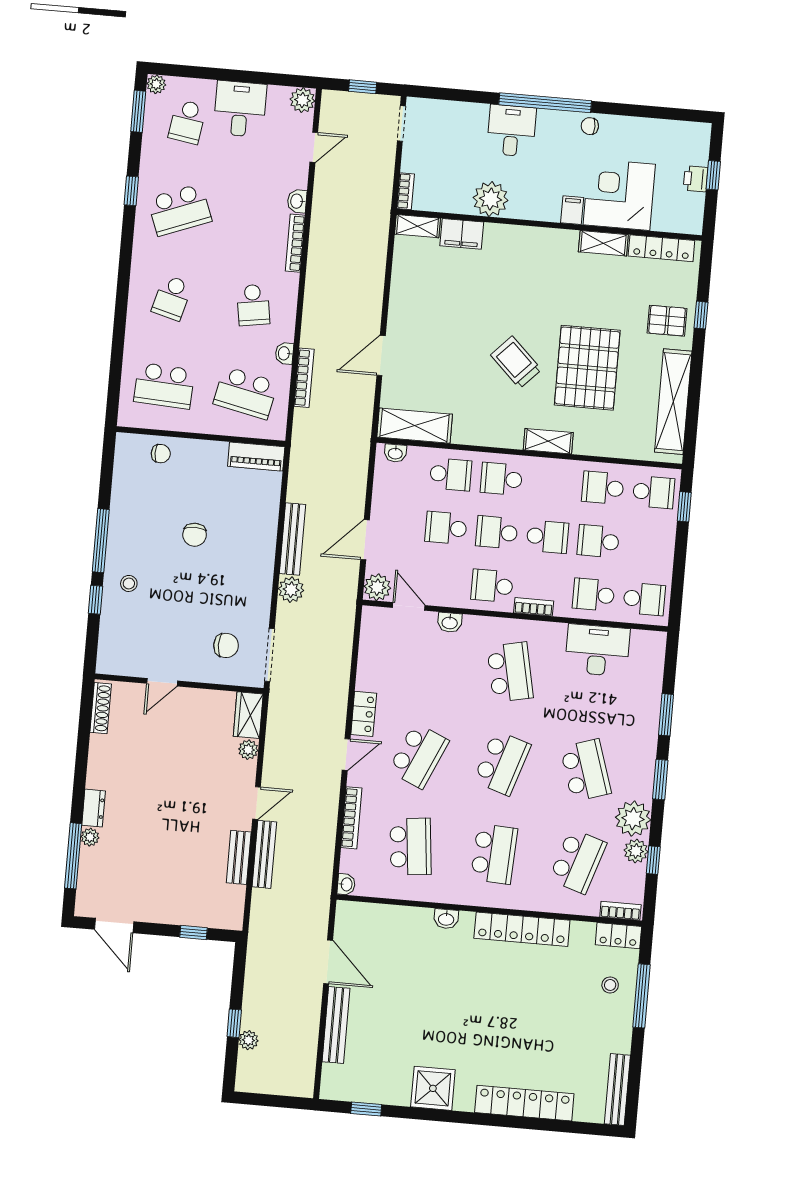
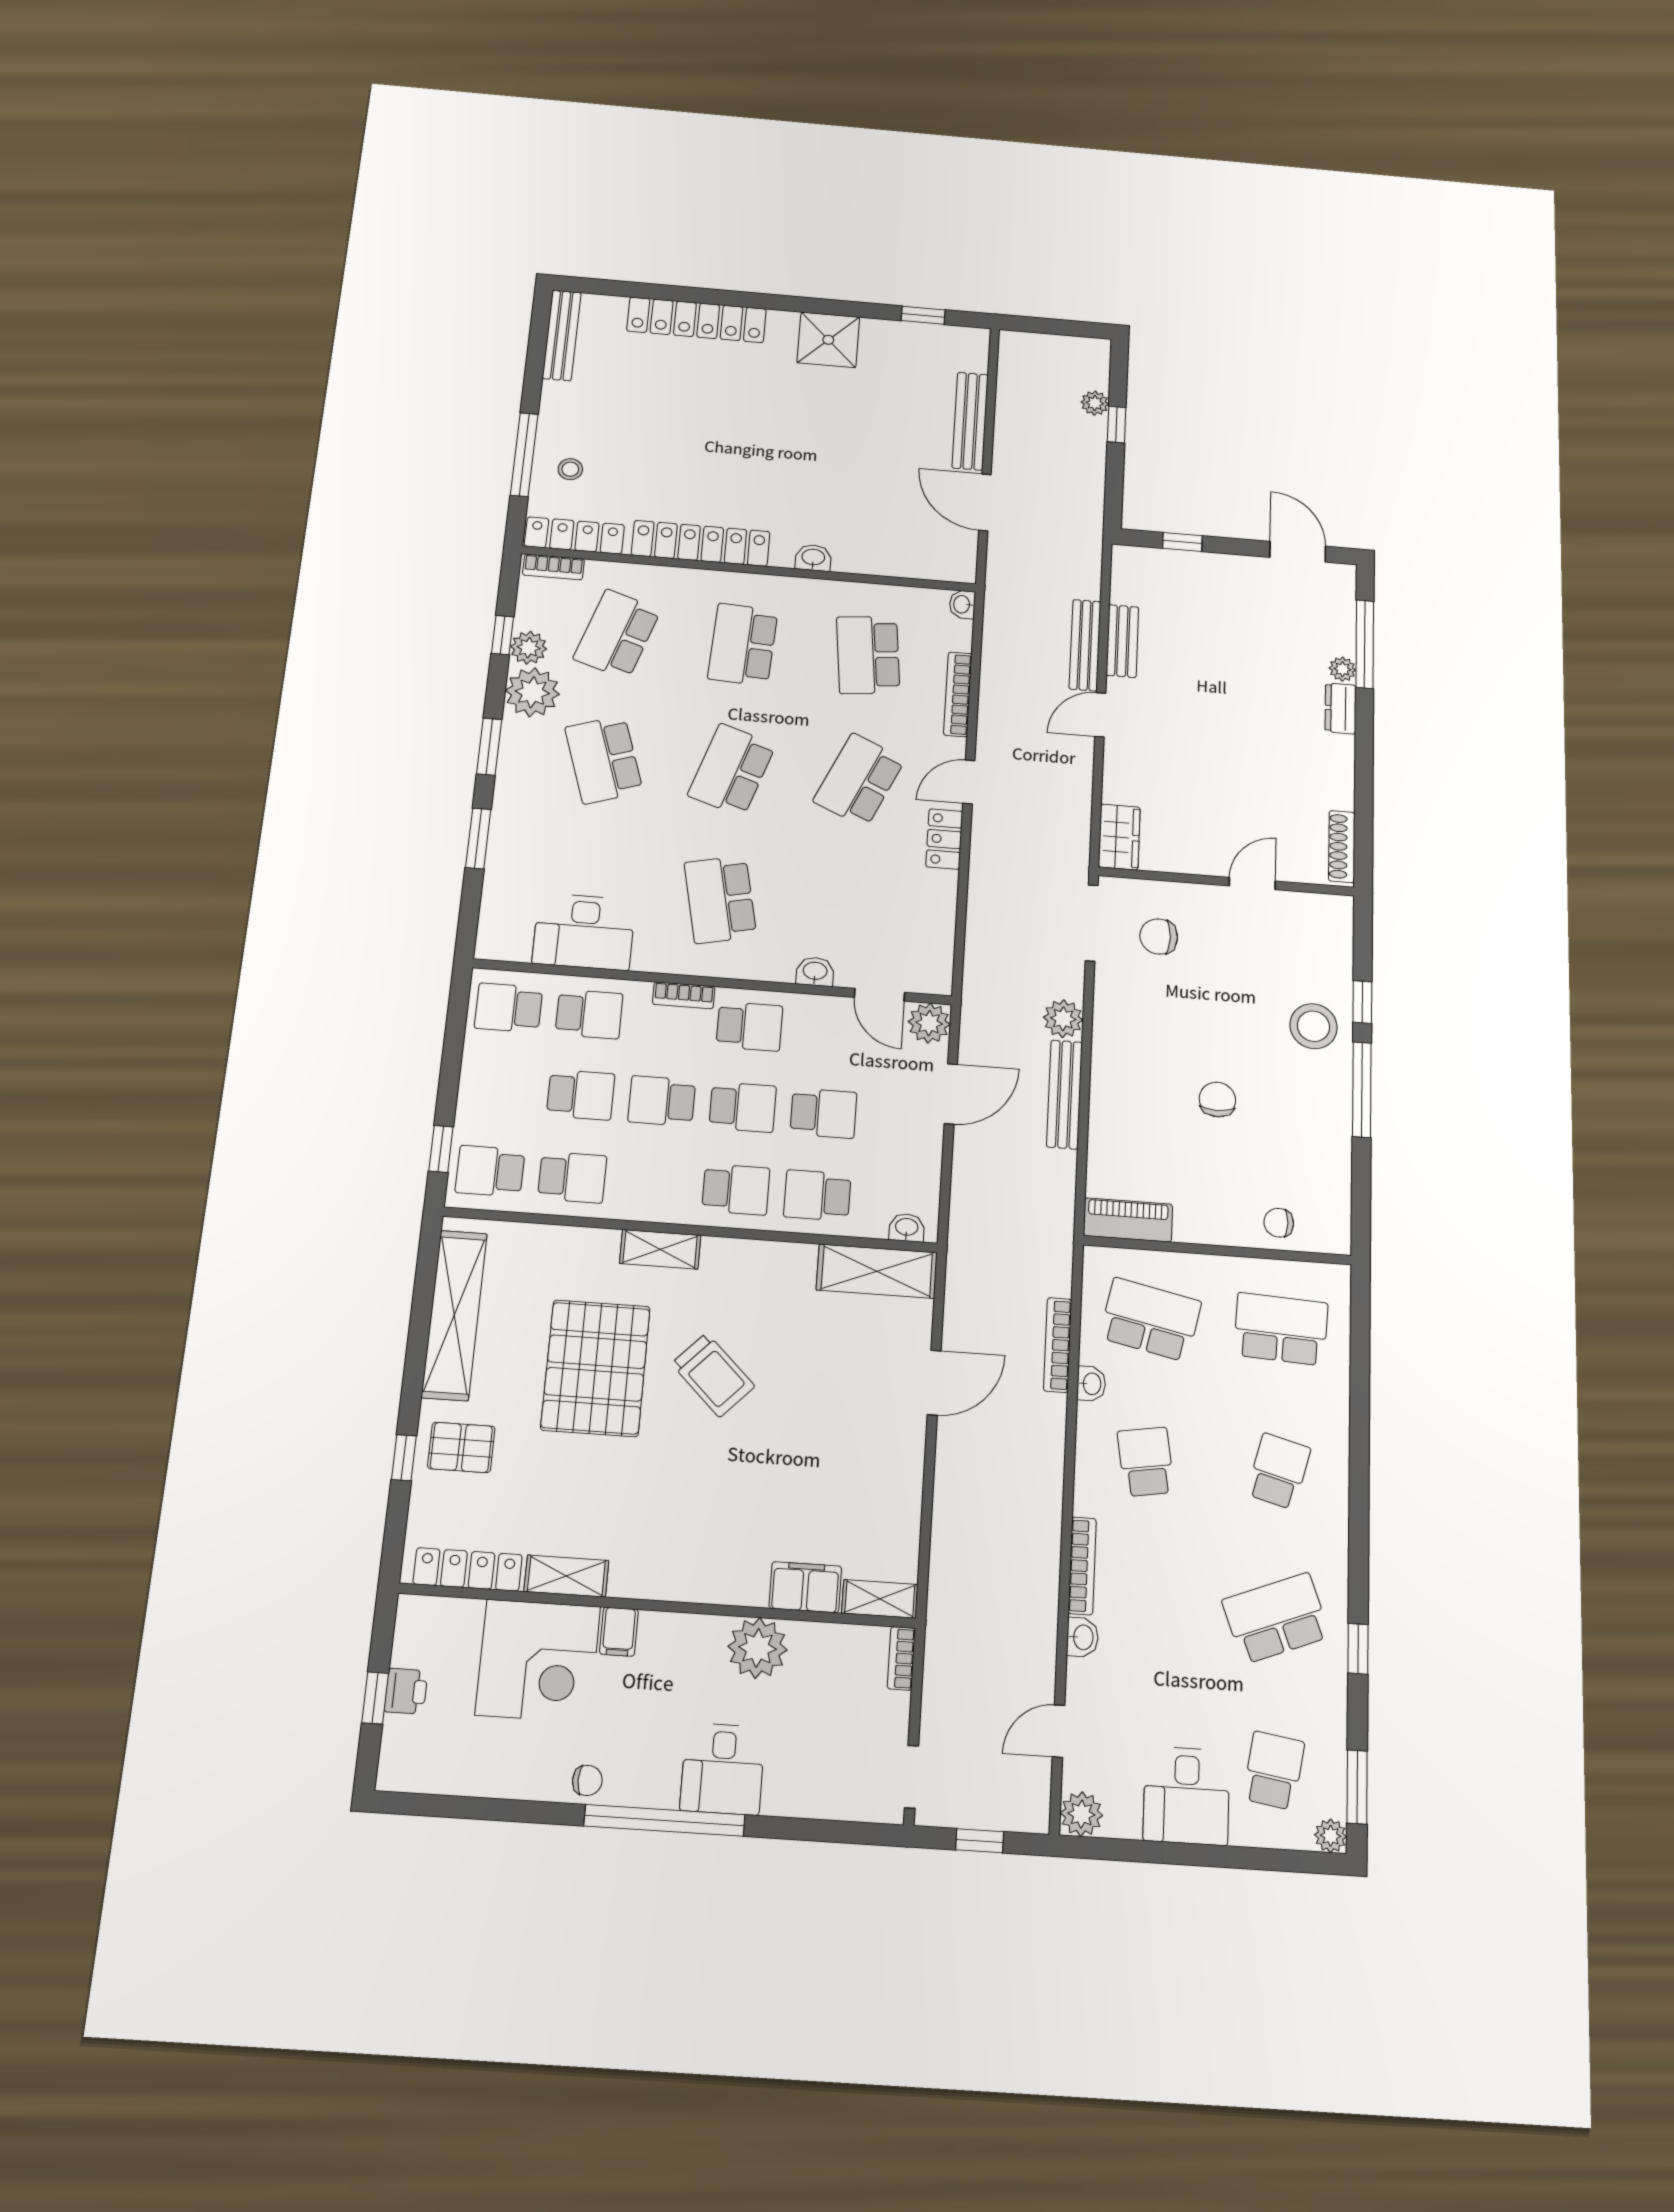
stool: (129, 583) -> (1313, 1026), width x1.89, depth x1.89
plant: (248, 750) -> (1117, 789), removed
locker: (618, 936) -> (574, 535), width x1.53

